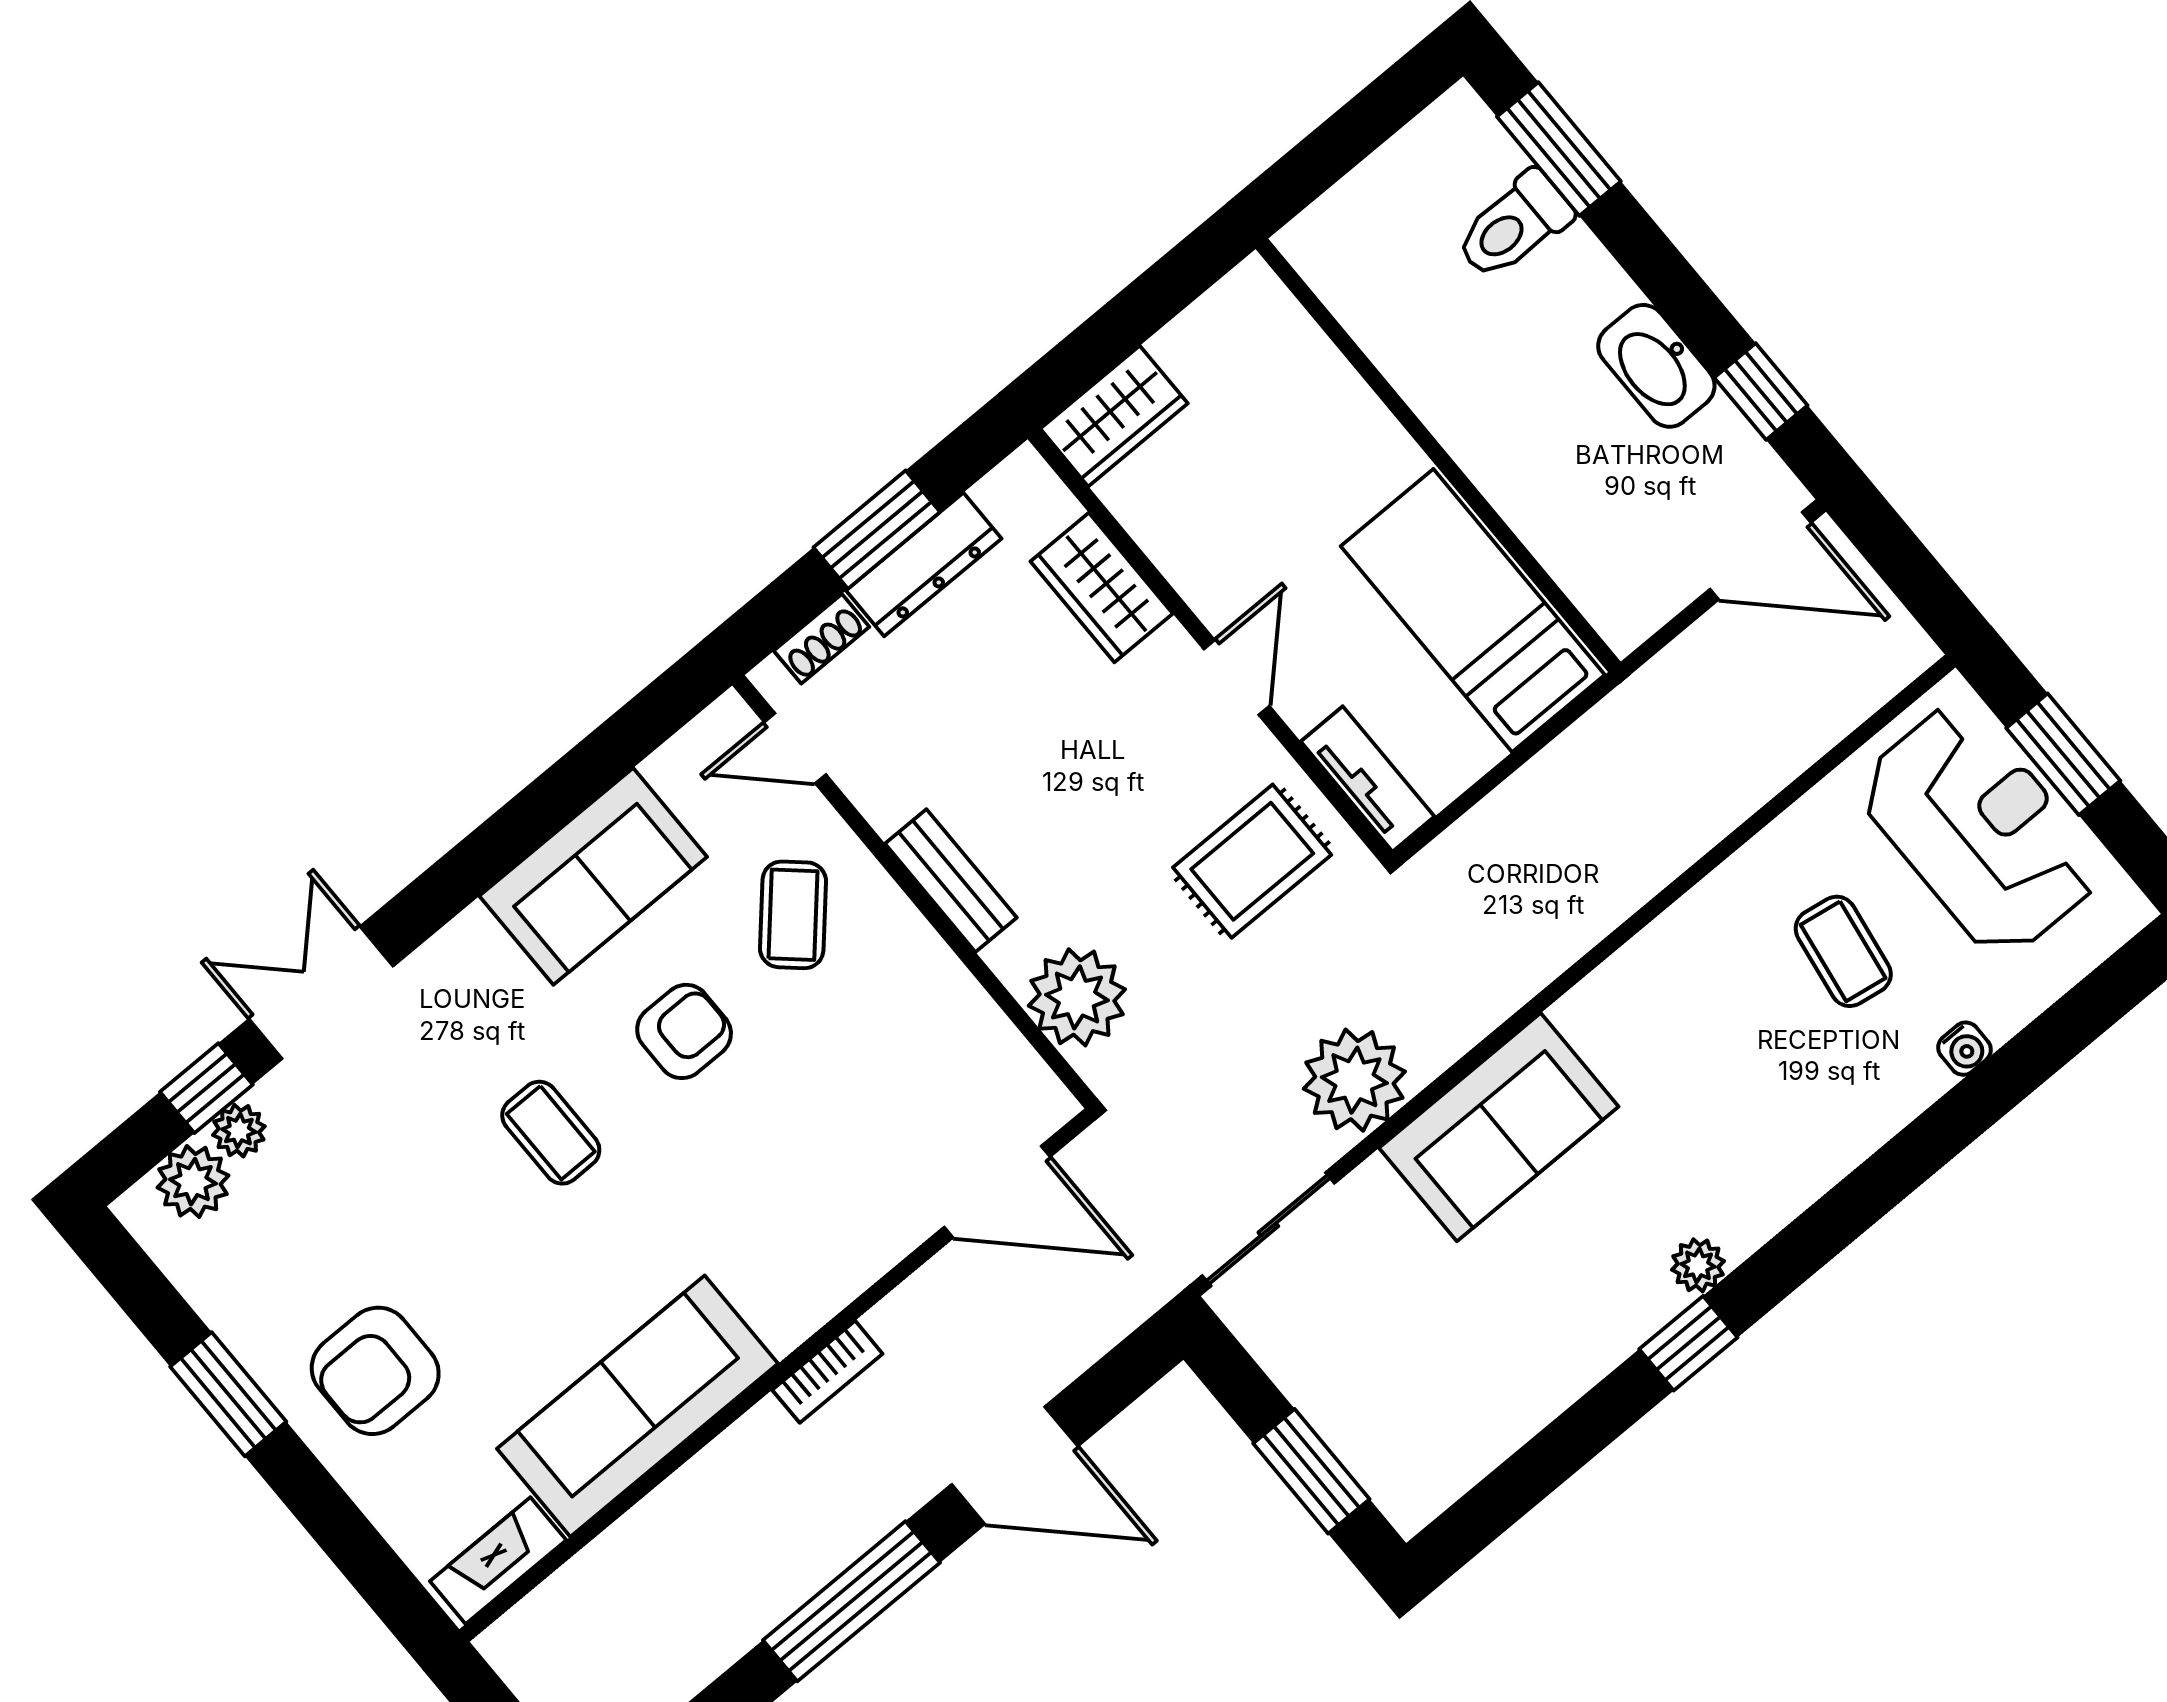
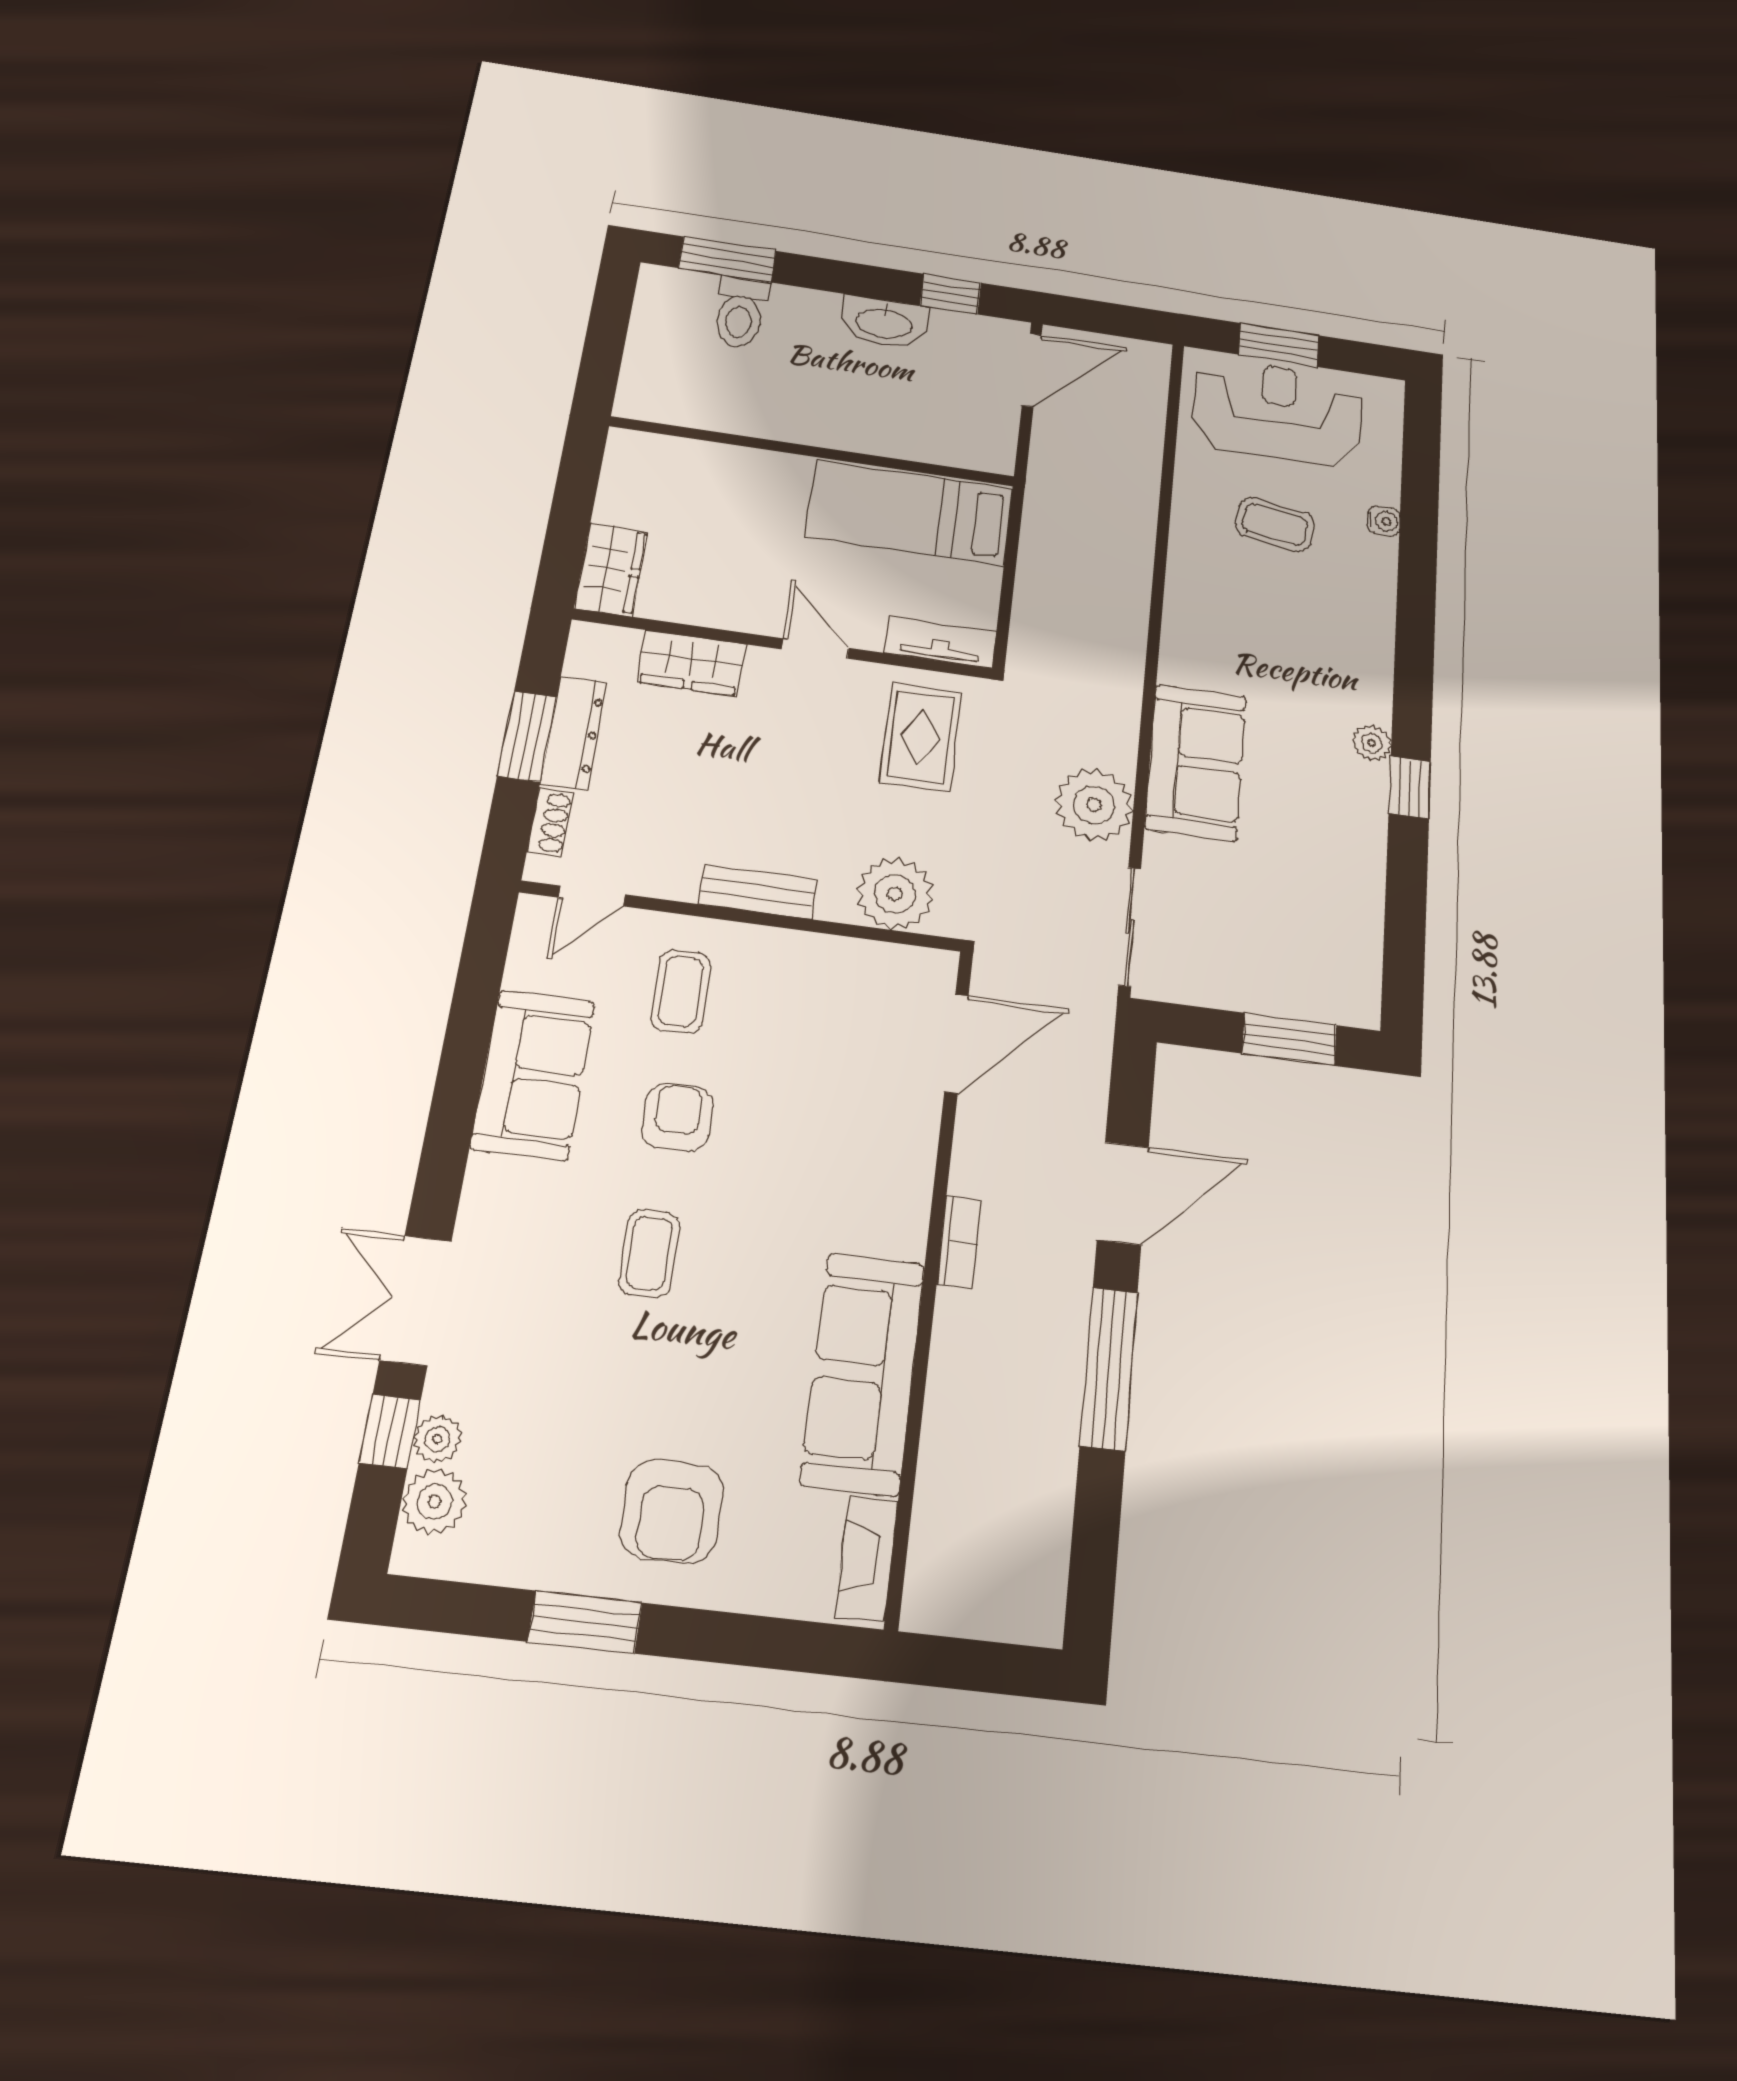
coffee table: (793, 915) -> (681, 991), turned 48
coffee table: (551, 1133) -> (649, 1253), turned 90

